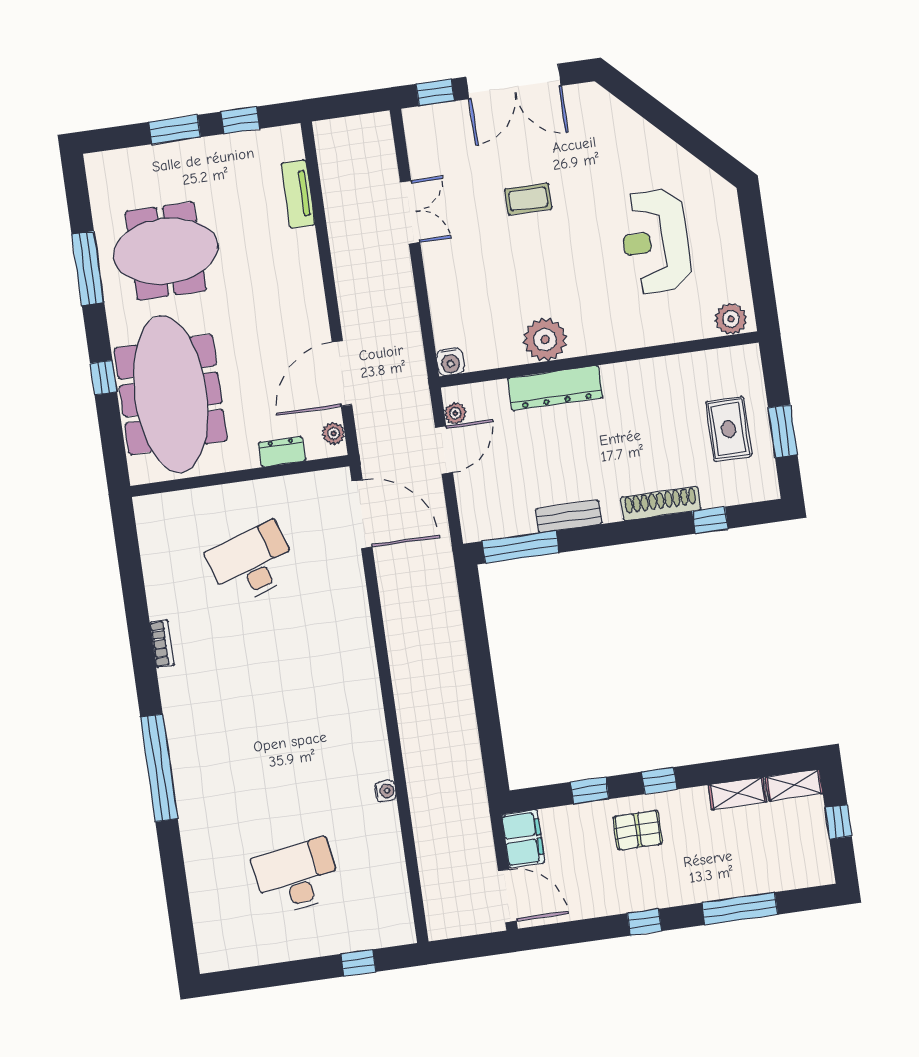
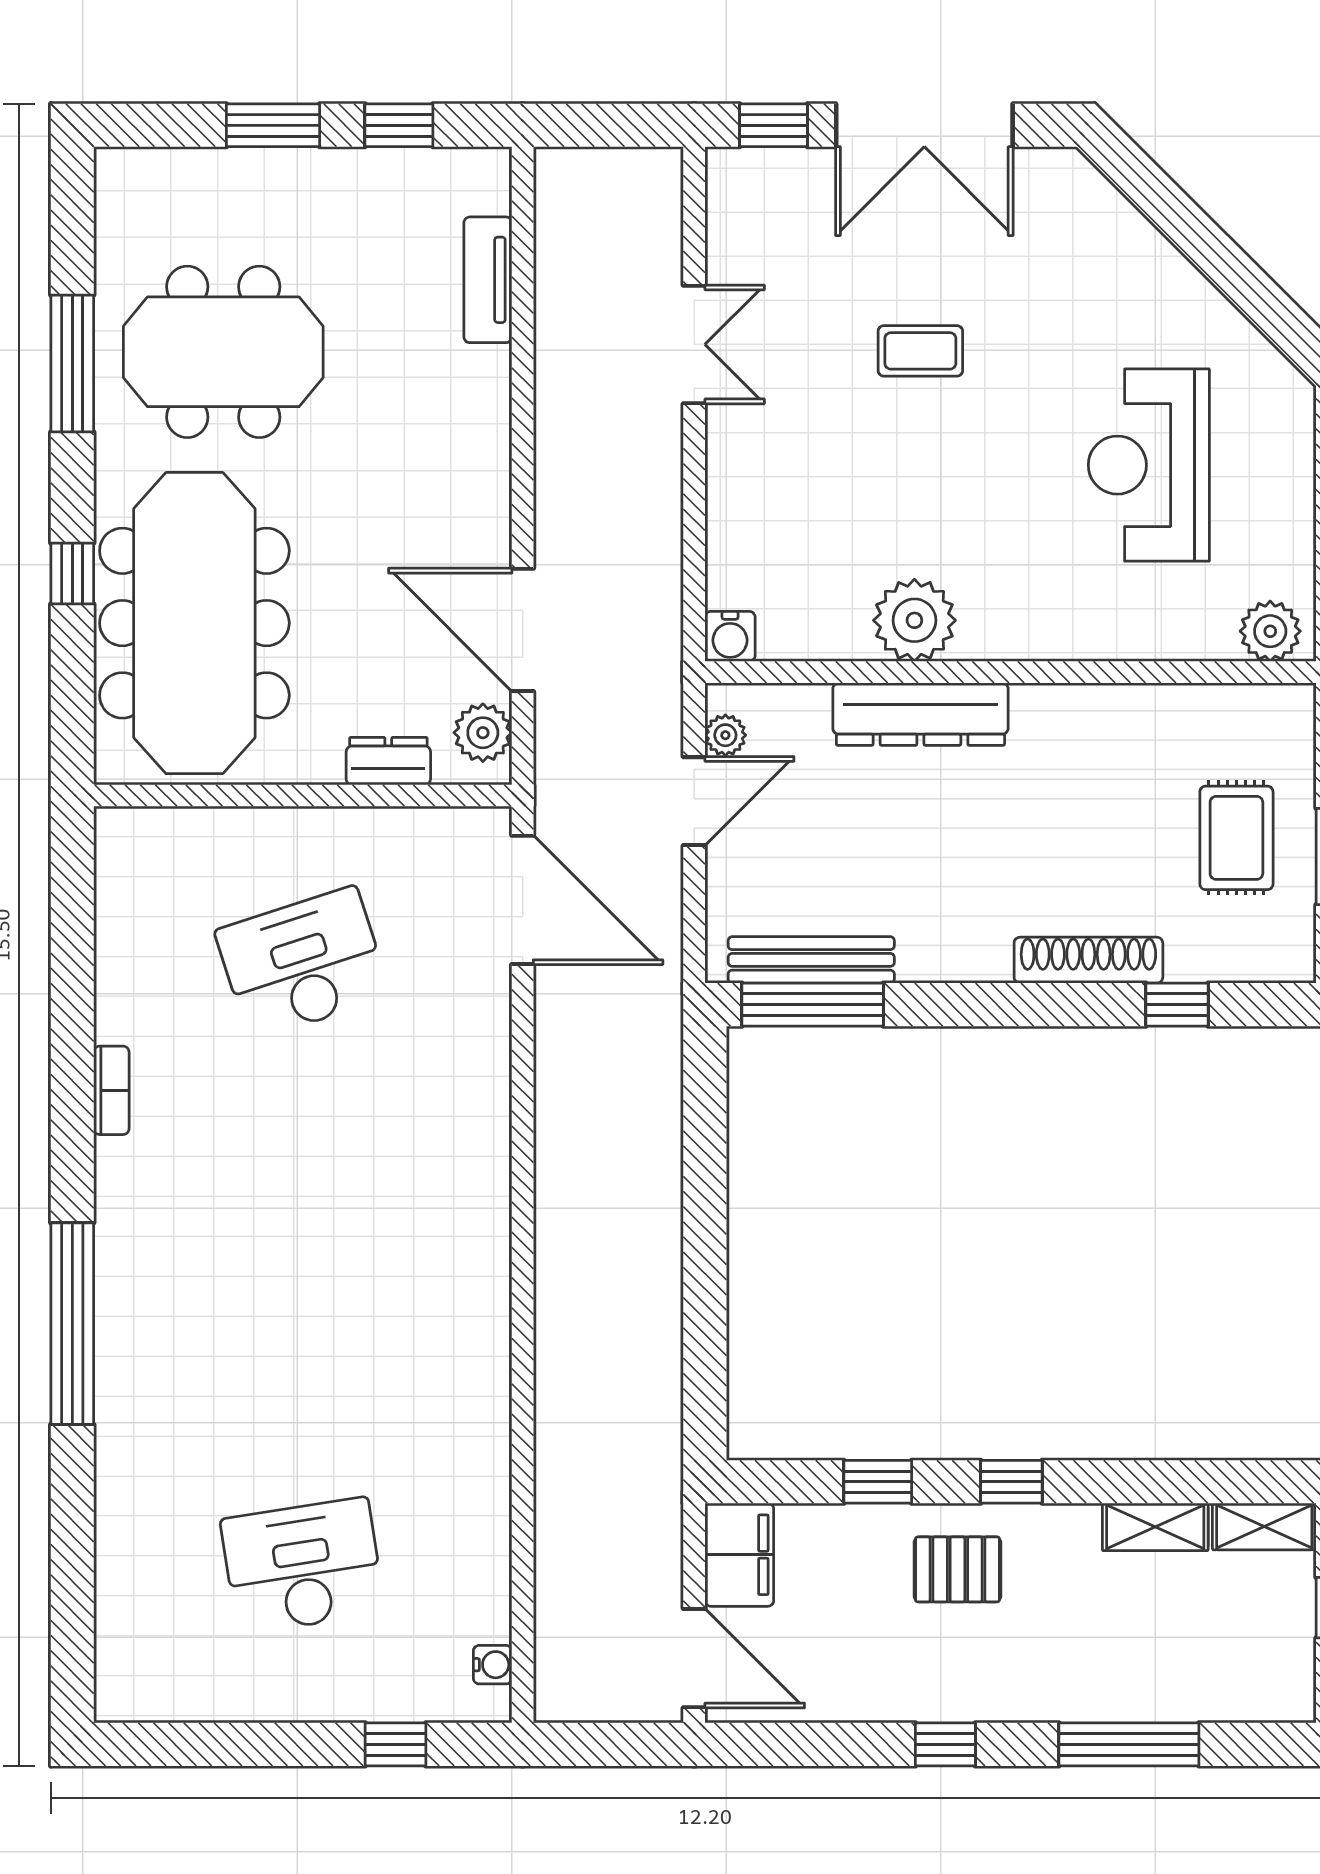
door: (342, 374) -> (523, 630), hinge flipped
plant: (334, 434) -> (483, 733), width x1.38, depth x1.38
bench: (569, 516) -> (811, 960), moved, width x1.36
water cooler: (385, 791) -> (493, 1665), moved

